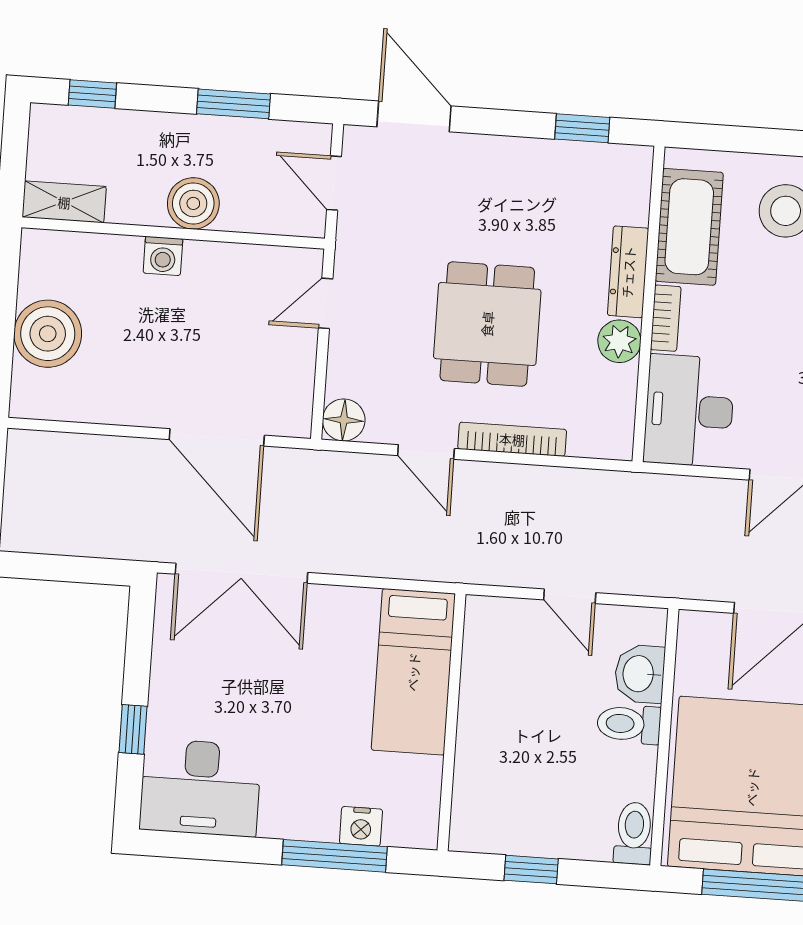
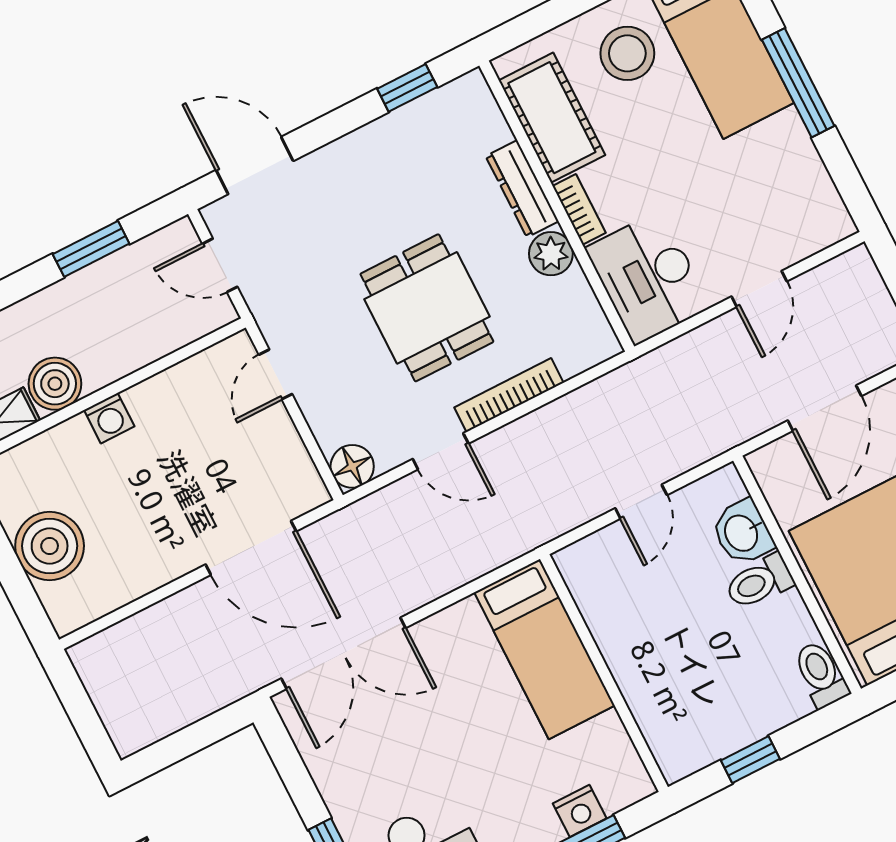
boiler: (193, 203) -> (55, 384), moved
door: (570, 596) -> (641, 502), hinge flipped

